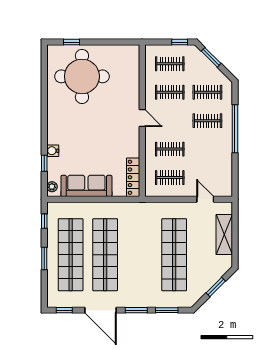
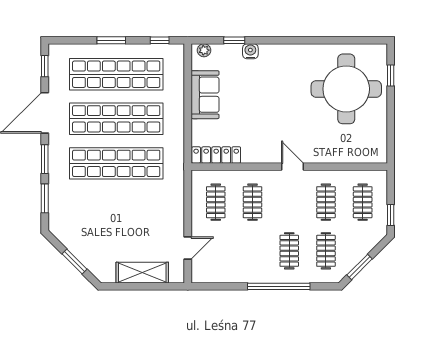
window: (211, 57) -> (360, 267), moved
door: (142, 118) -> (292, 167), swing flipped
sofa: (86, 186) -> (205, 95), width x0.73
shop shelf: (174, 255) -> (116, 163), moved

